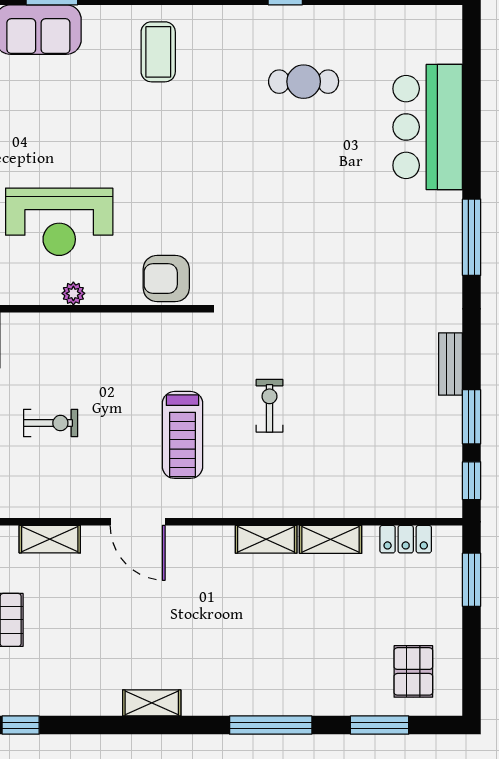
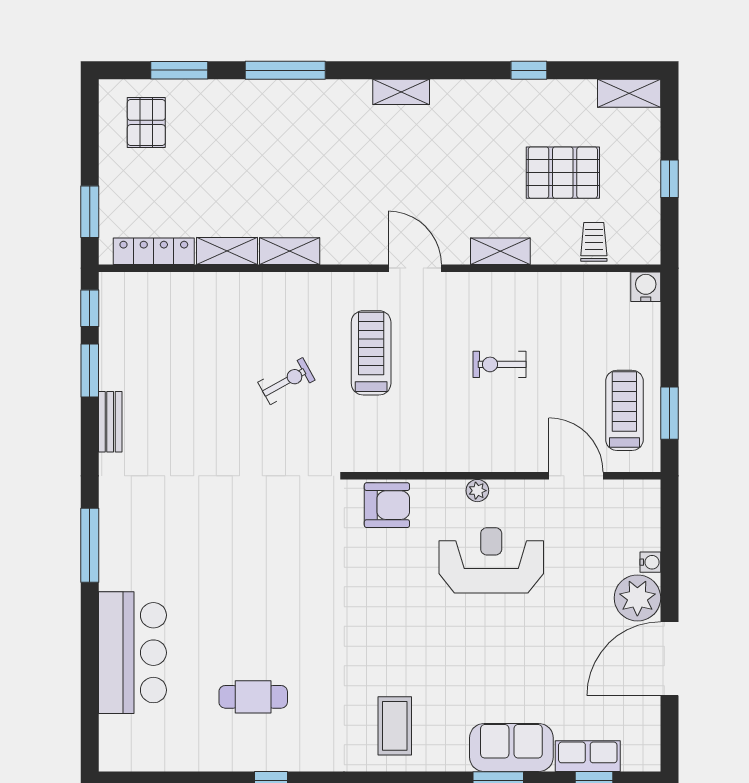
exercise bike: (269, 406) -> (286, 381), turned -119
locker: (406, 539) -> (154, 251), width x1.53

